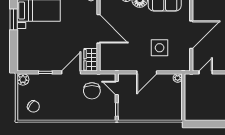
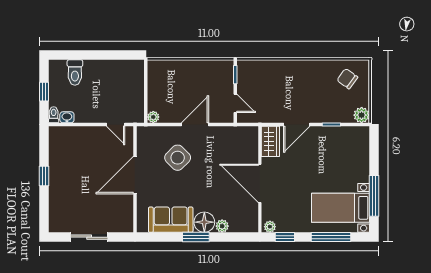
window: (14, 19) -> (374, 196), width x1.44
side table: (160, 48) -> (178, 158), turned 45
door: (206, 72) -> (116, 124), hinge flipped
chair: (92, 91) -> (269, 100), removed

